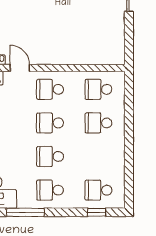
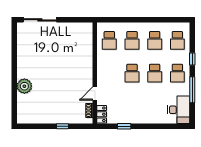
school desk: (50, 89) -> (155, 40), moved
window: (97, 212) -> (192, 59), moved

